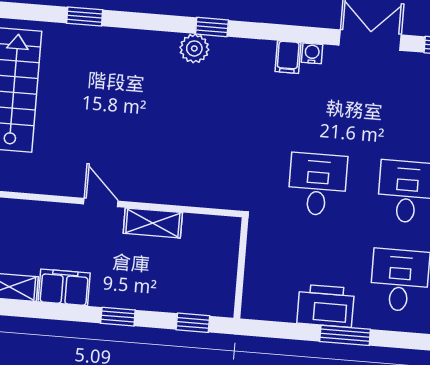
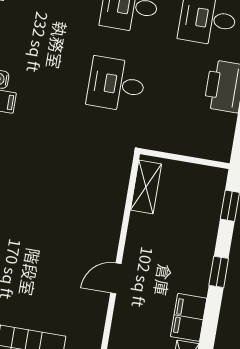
shelving: (153, 223) -> (146, 187), moved

